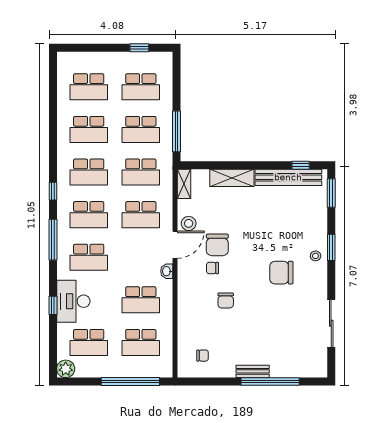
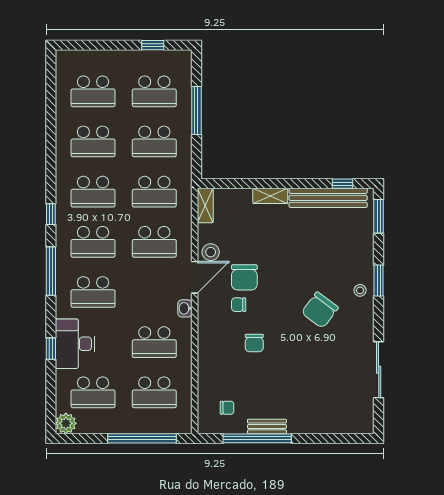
window: (177, 131) -> (196, 111), moved
shelving: (232, 178) -> (270, 196), width x0.67, depth x0.75
chair: (281, 273) -> (320, 310), turned -53
bench: (253, 371) -> (267, 426), moved
window: (270, 382) -> (257, 438), moved

